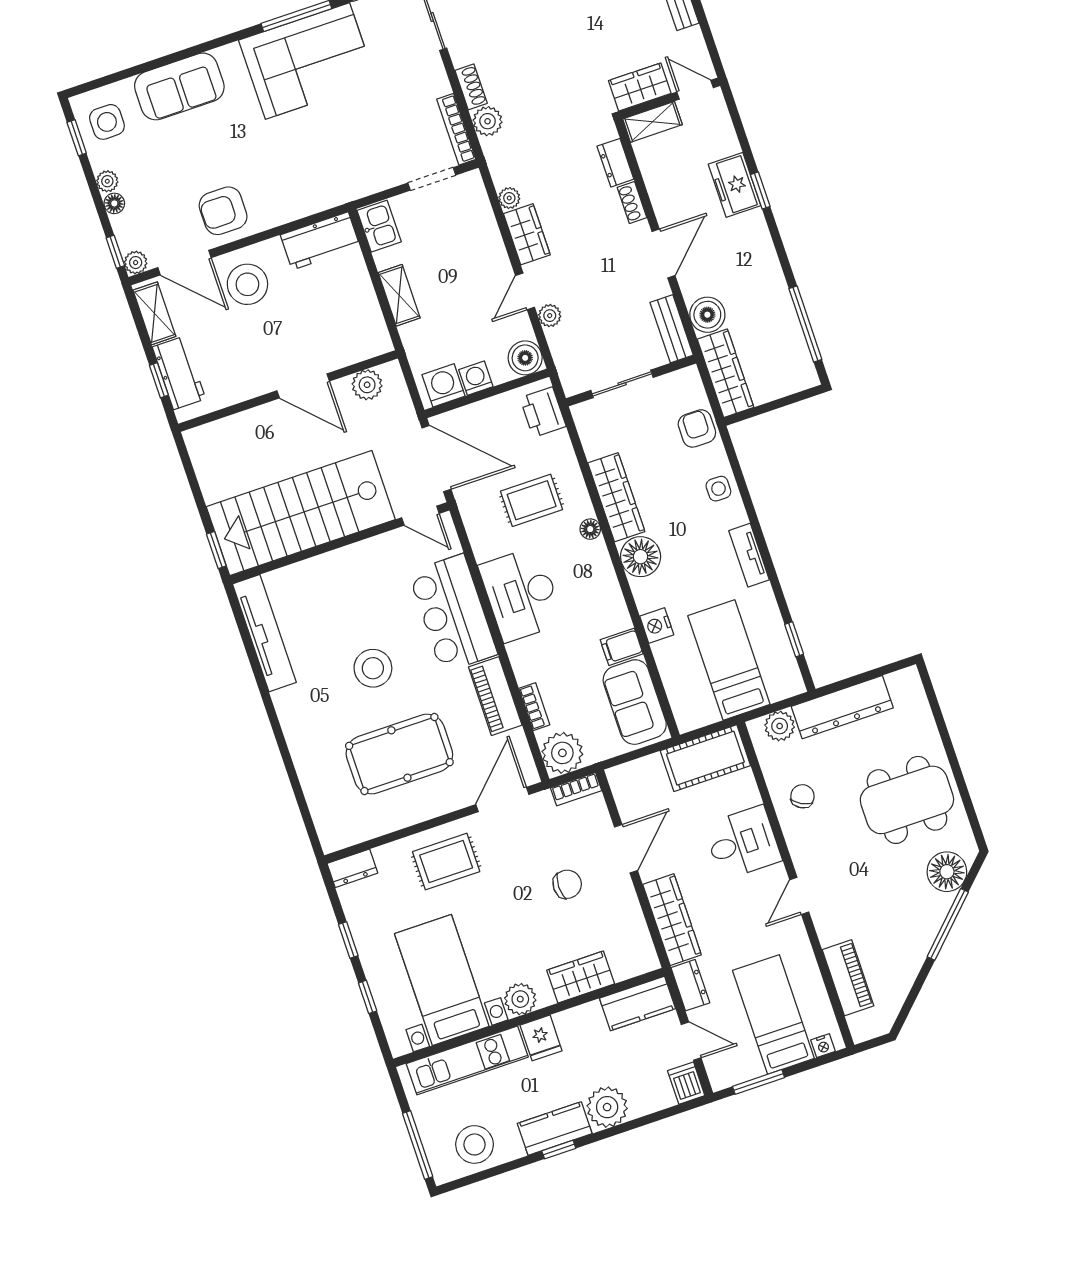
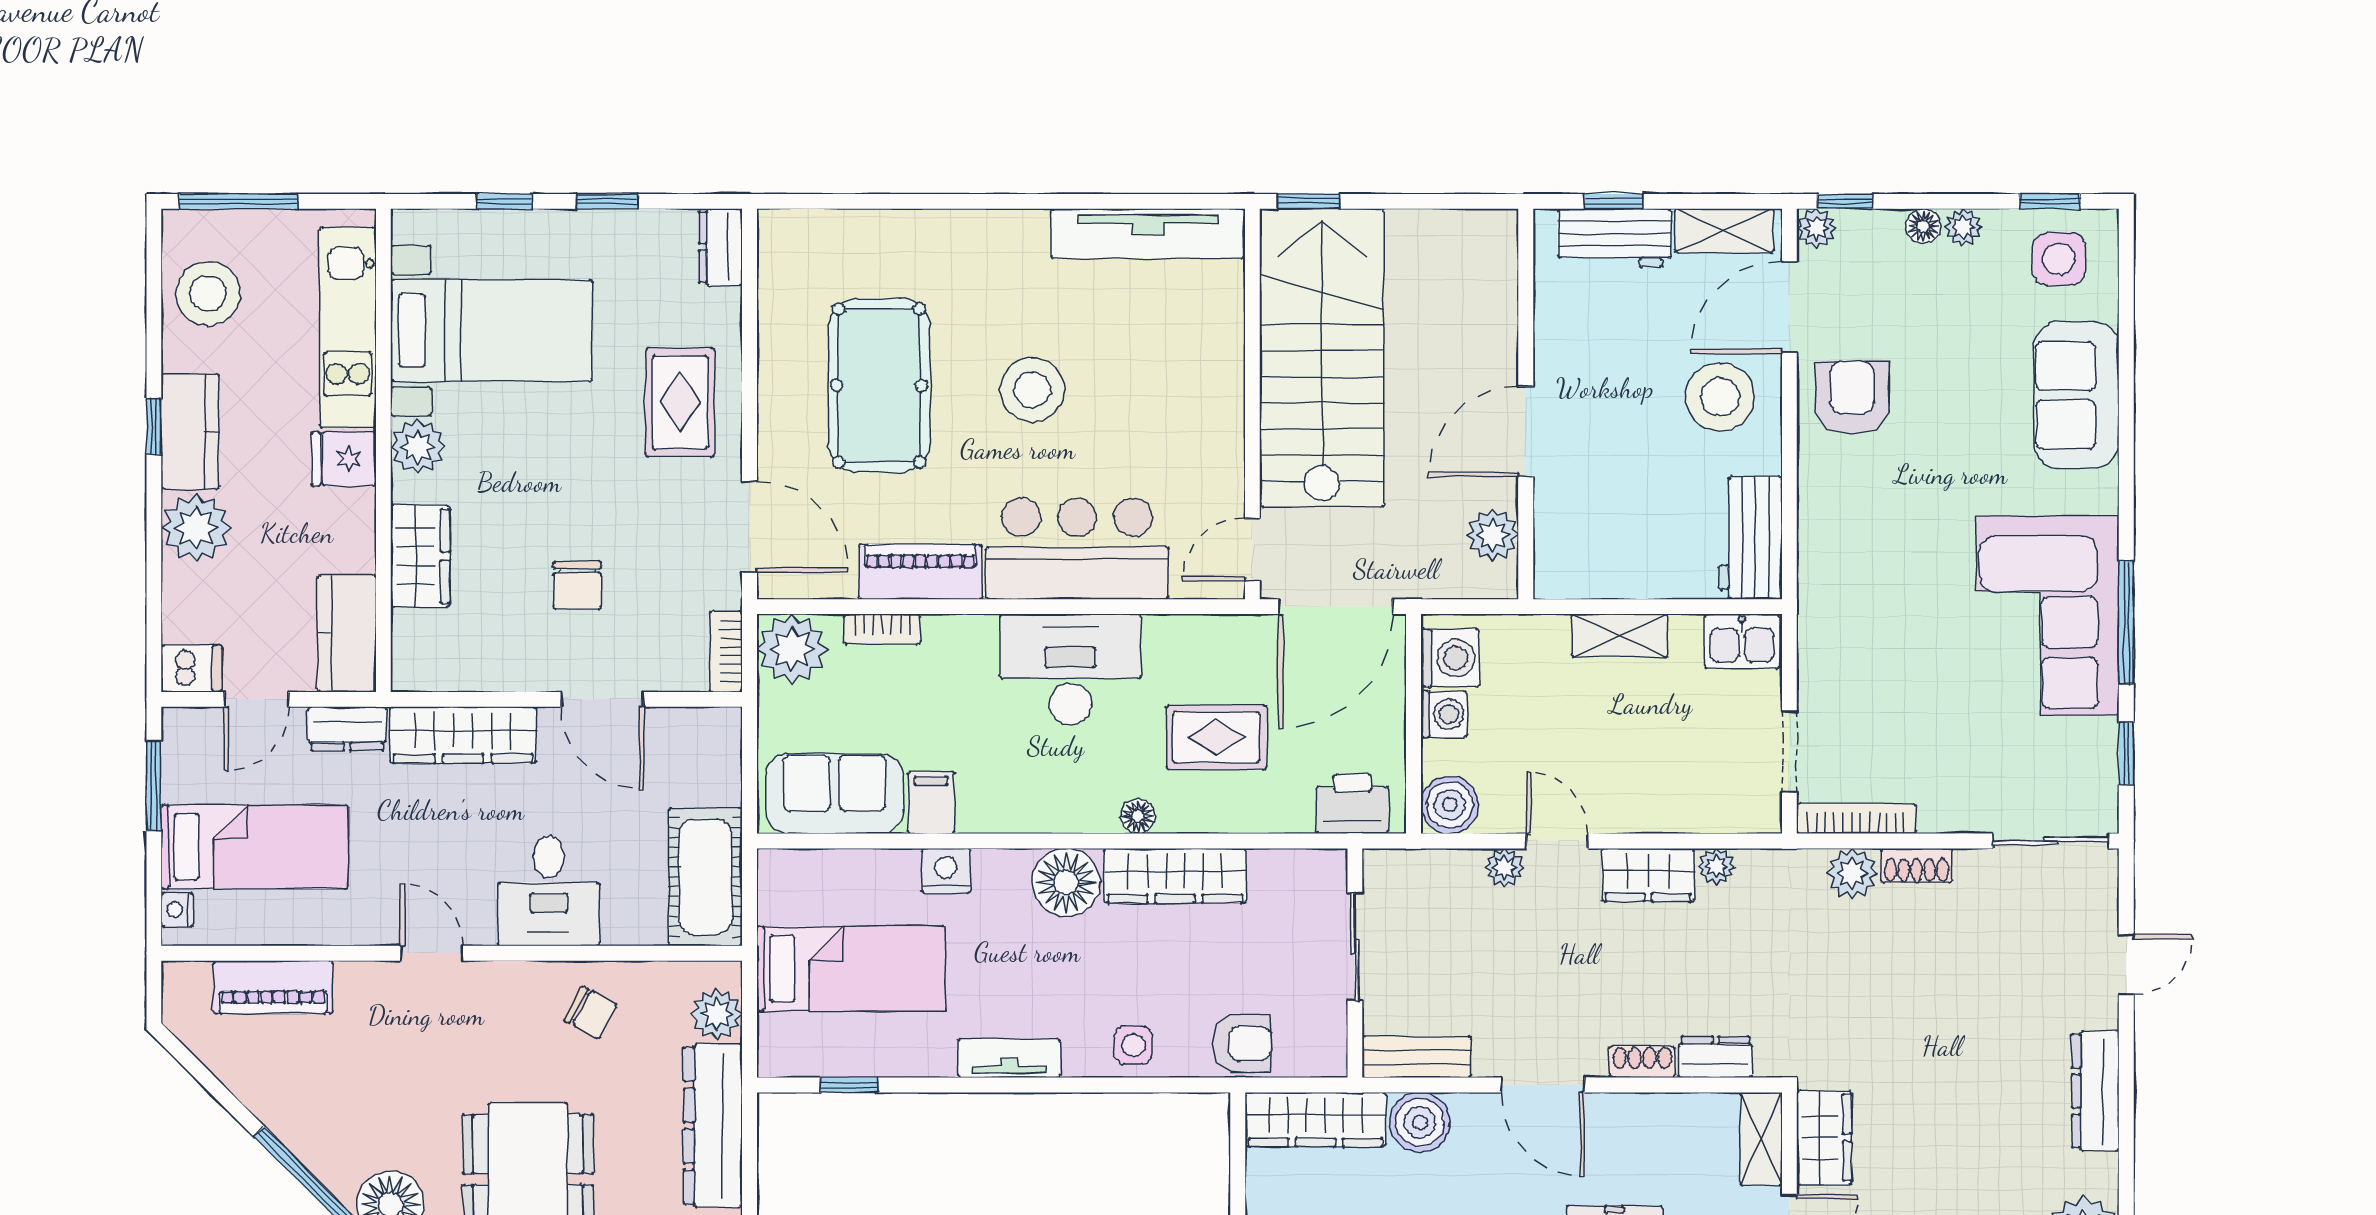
rug: (532, 500) -> (1216, 737), turned 90

